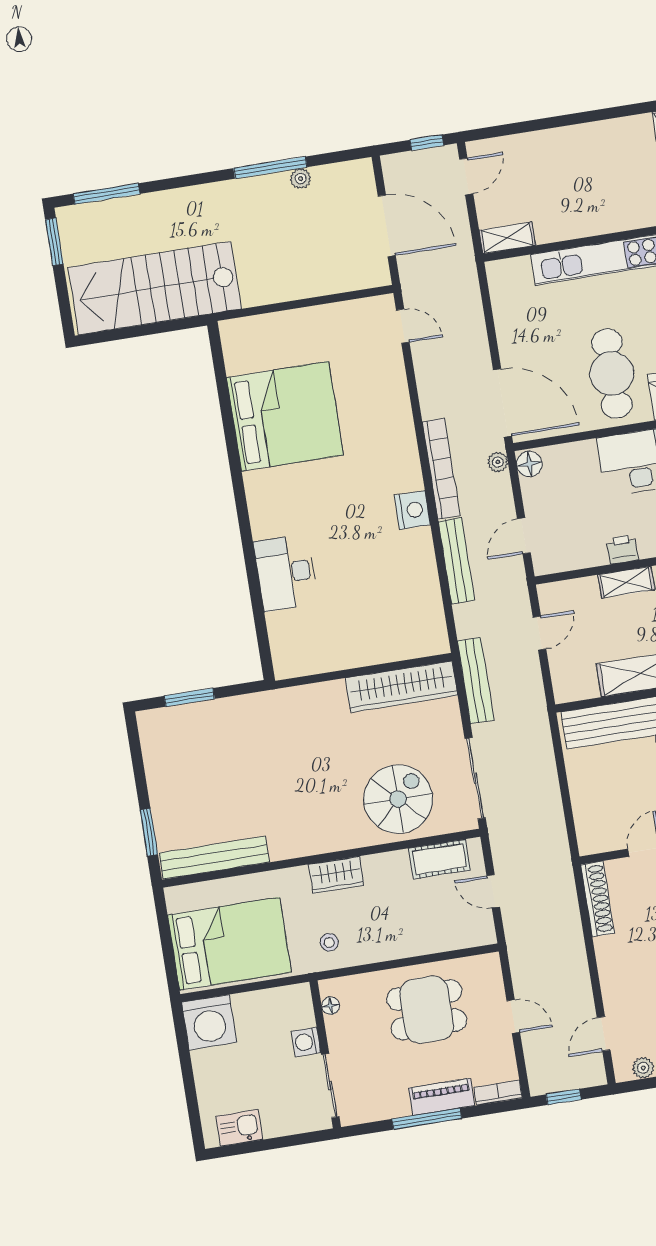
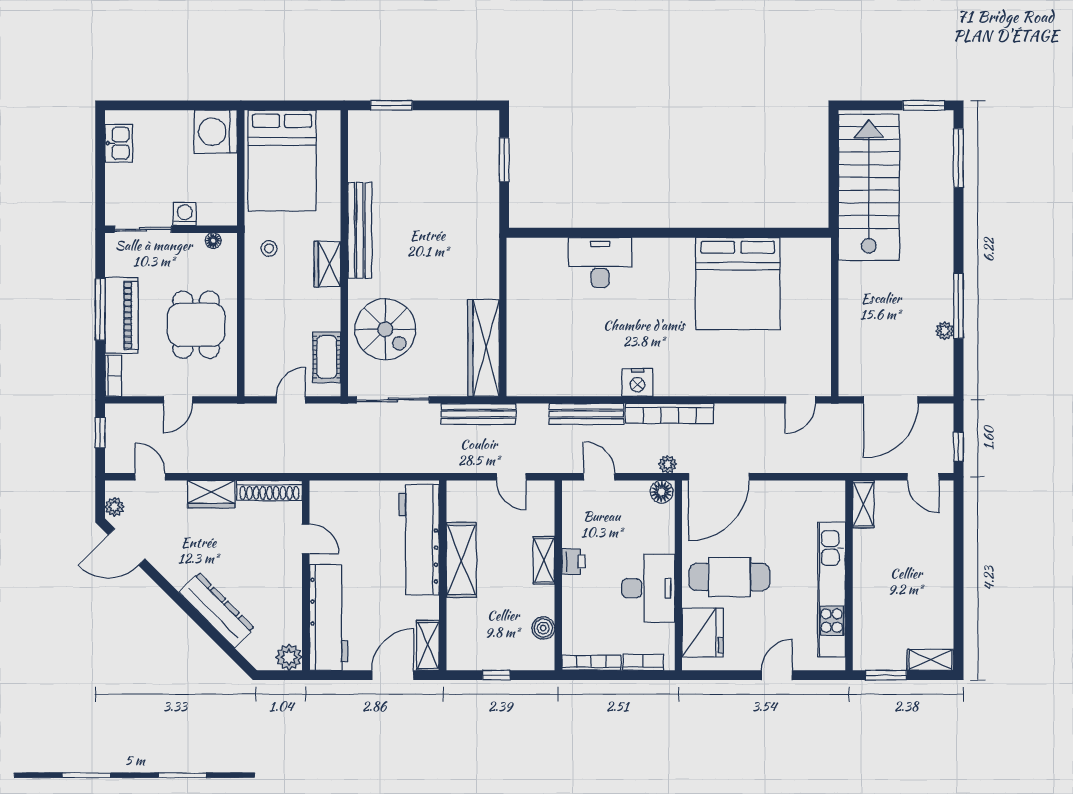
bench: (214, 858) -> (360, 230), moved
wardrobe: (612, 963) -> (211, 494), added
piano: (442, 1097) -> (122, 315), width x1.37, depth x1.33

